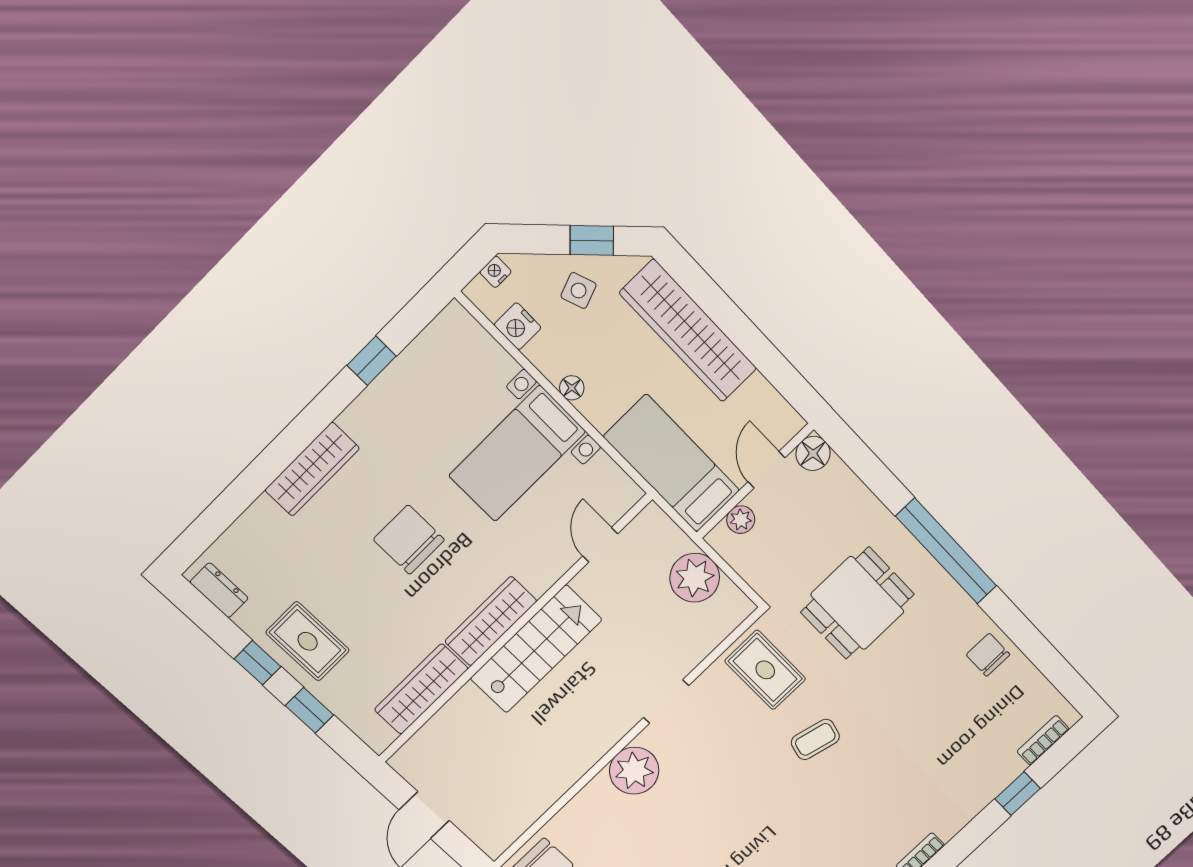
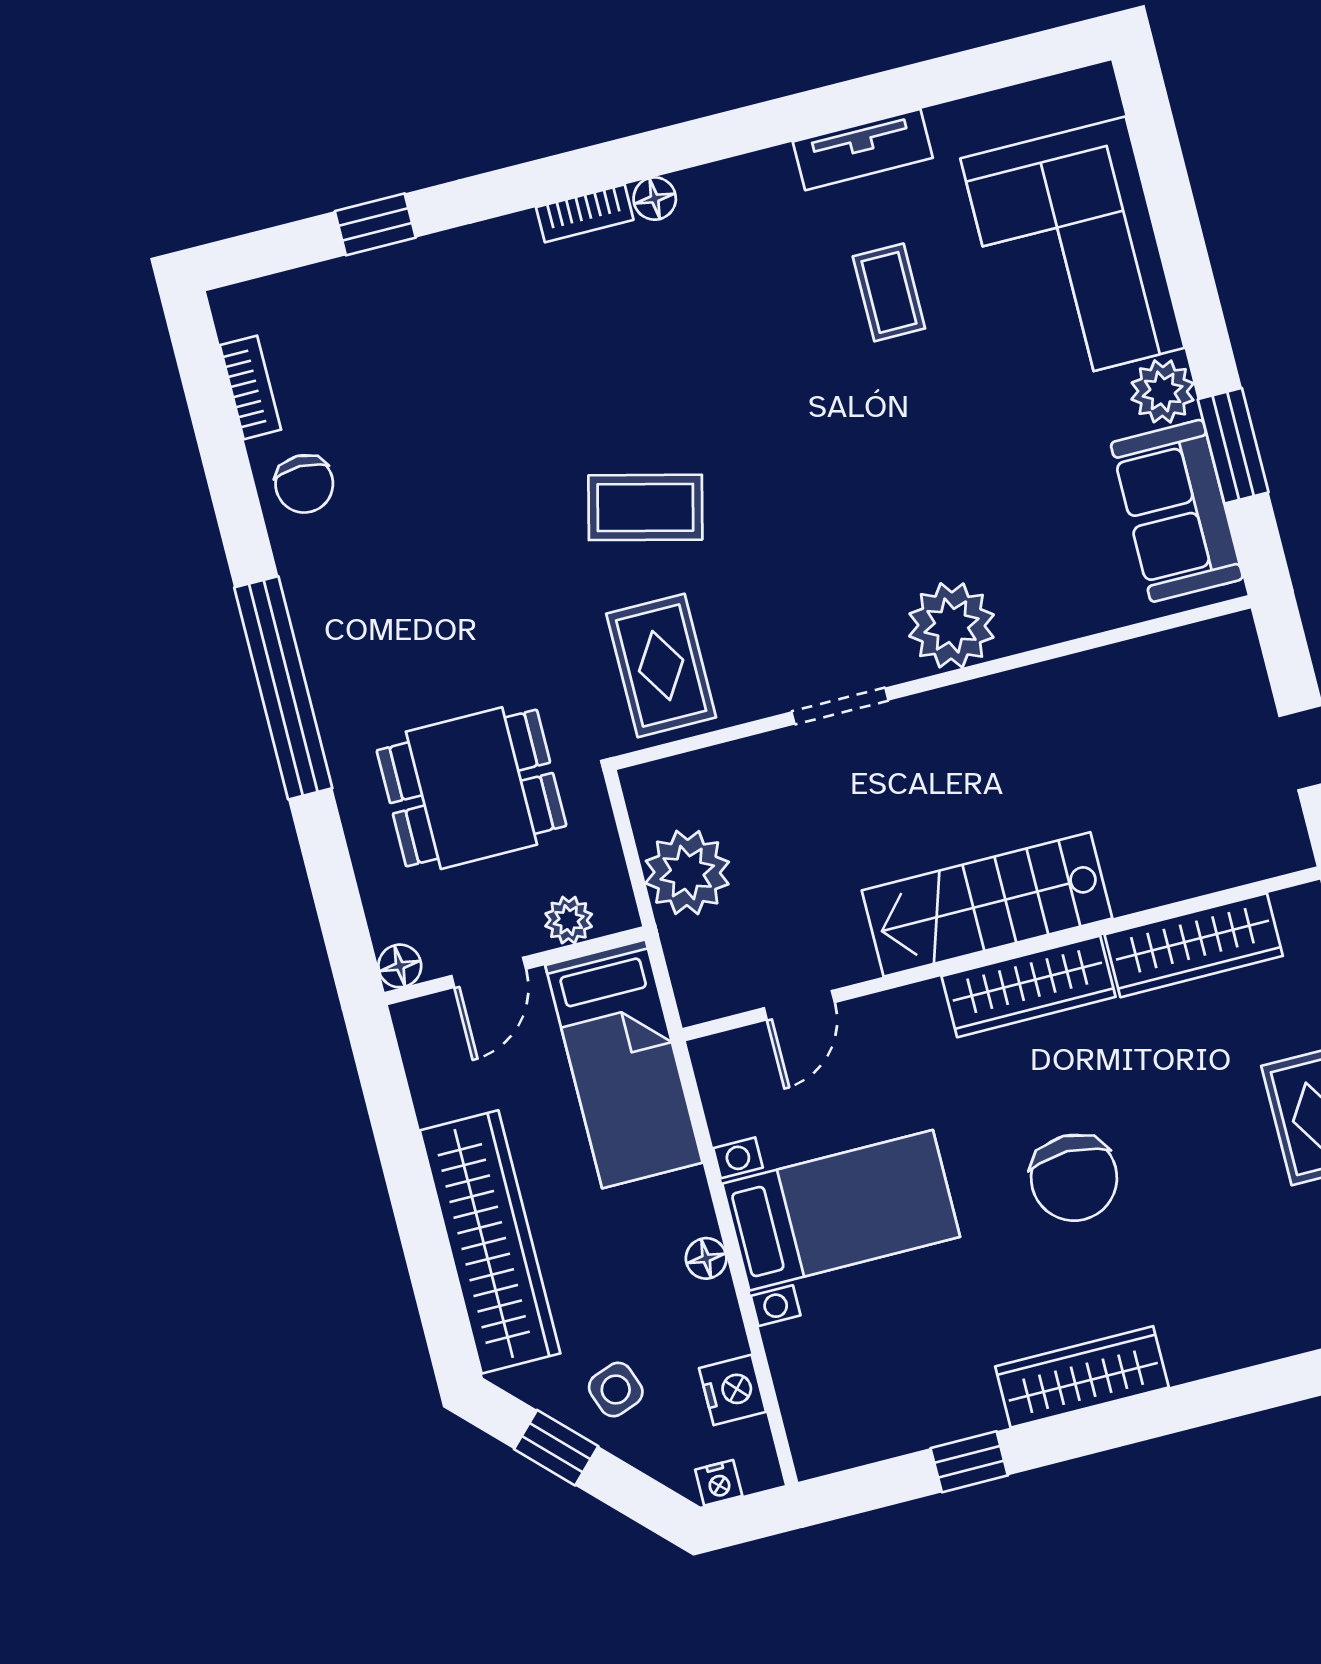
floor lamp: (813, 453) -> (400, 966), width x0.73, depth x0.73
wardrobe: (312, 469) -> (1082, 1377), moved
dining table: (857, 603) -> (471, 788), moved
coffee table: (815, 739) -> (645, 507), width x1.36, depth x1.30
bookcase: (1043, 740) -> (250, 387), moved, turned -90

